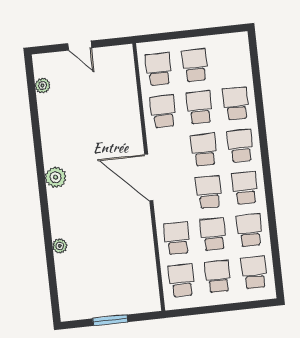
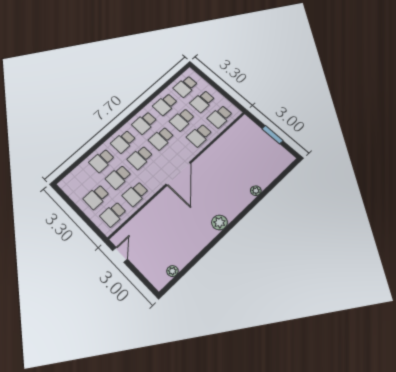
door: (80, 46) -> (120, 255), moved

